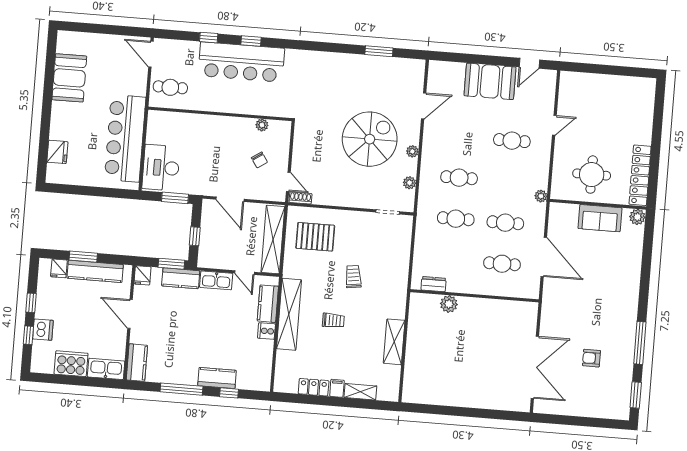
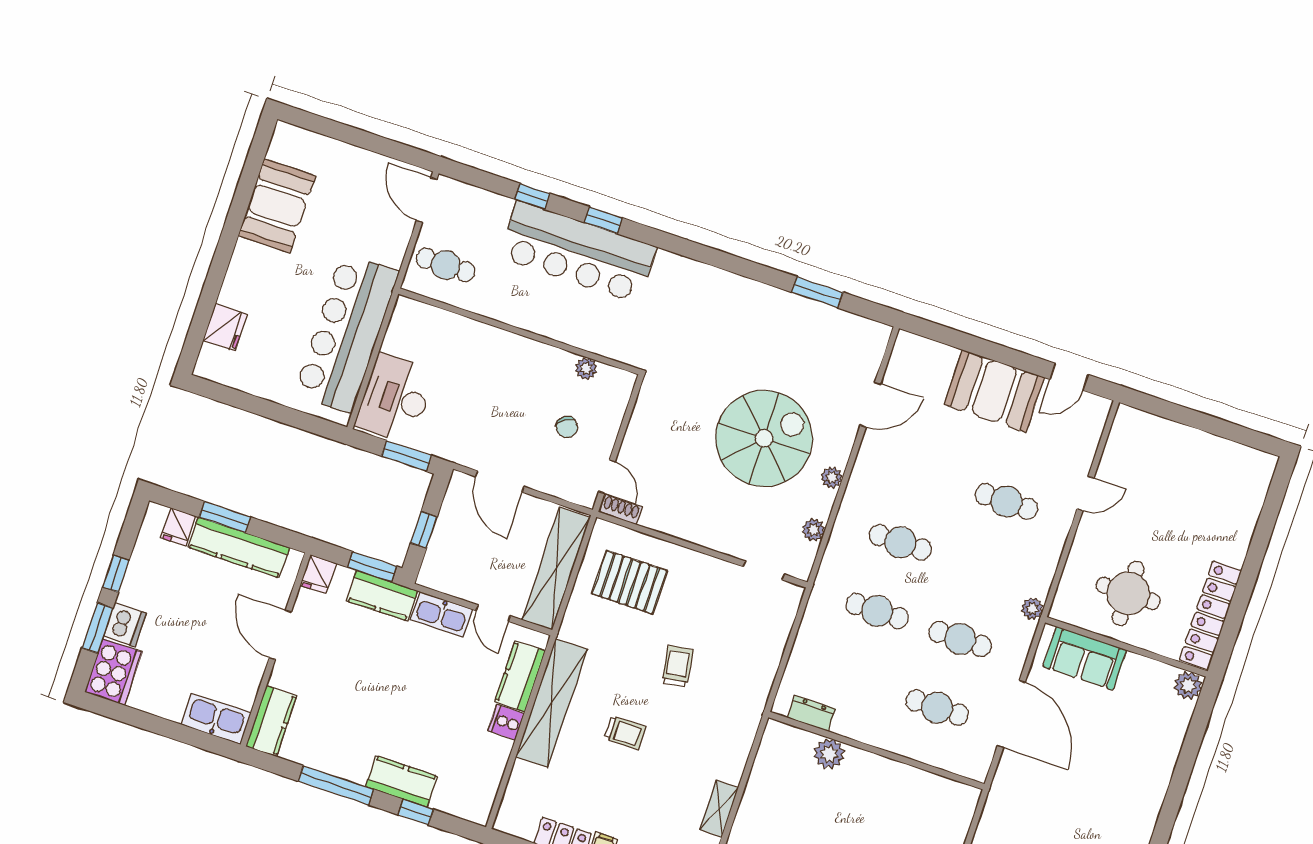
sofa: (600, 218) -> (1085, 658), moved
window: (28, 335) -> (97, 628), width x1.50
shelving: (394, 342) -> (719, 809), width x0.67, depth x0.75
cooker: (71, 364) -> (113, 672), moved, turned 90

